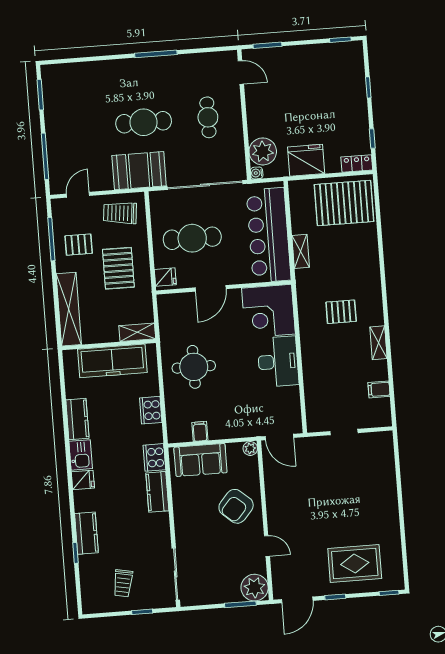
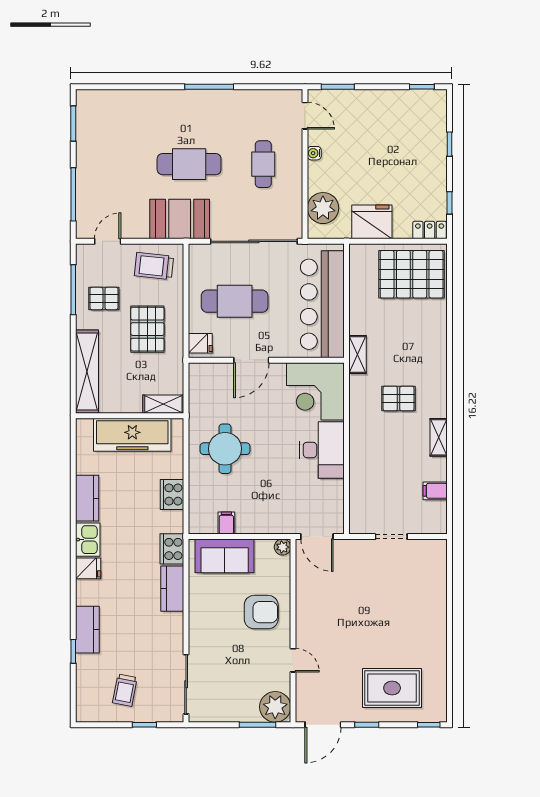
water cooler: (257, 173) -> (314, 153), moved
shelving: (301, 251) -> (358, 355), moved
armchair: (236, 506) -> (261, 612), turned -131

